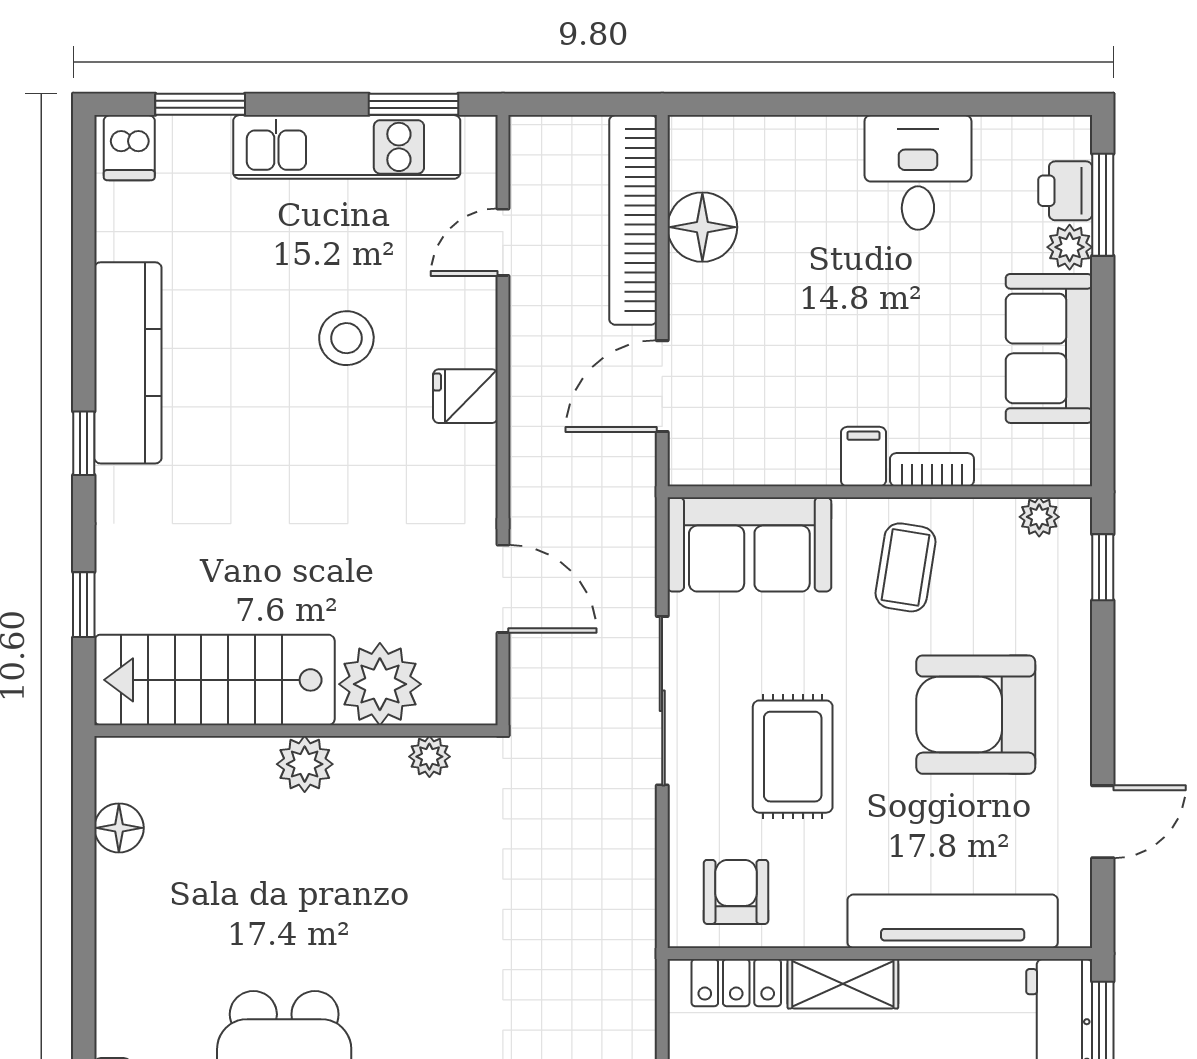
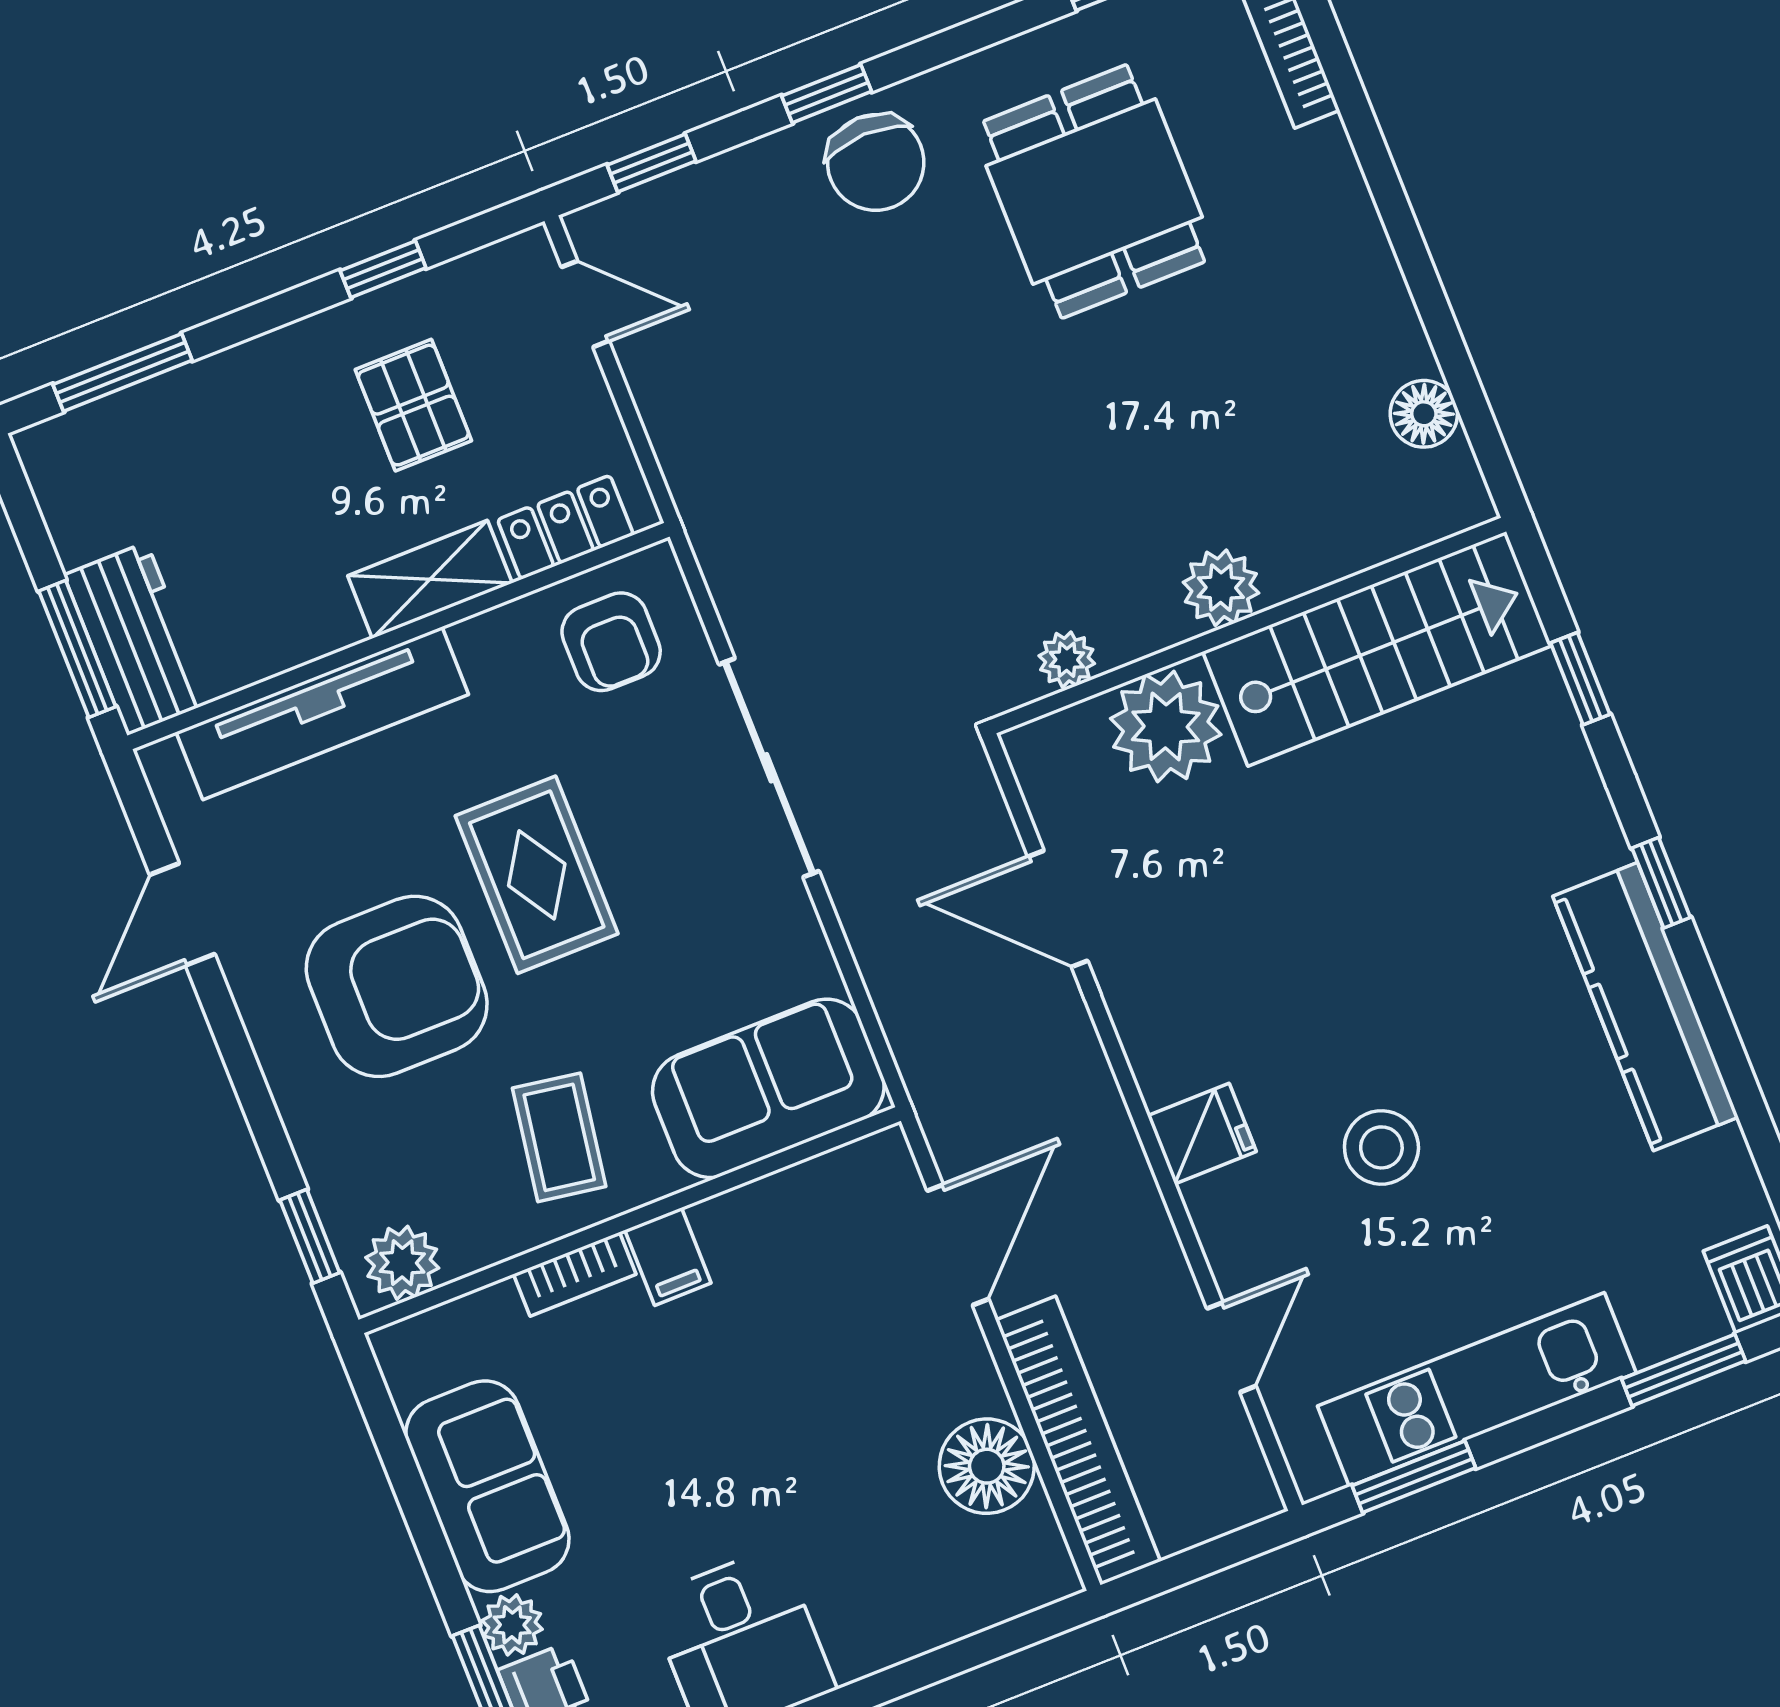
plant: (1039, 517) -> (402, 1263), width x1.38, depth x1.38
sliding door: (662, 701) -> (769, 768), moved
rug: (793, 757) -> (537, 875), moved

